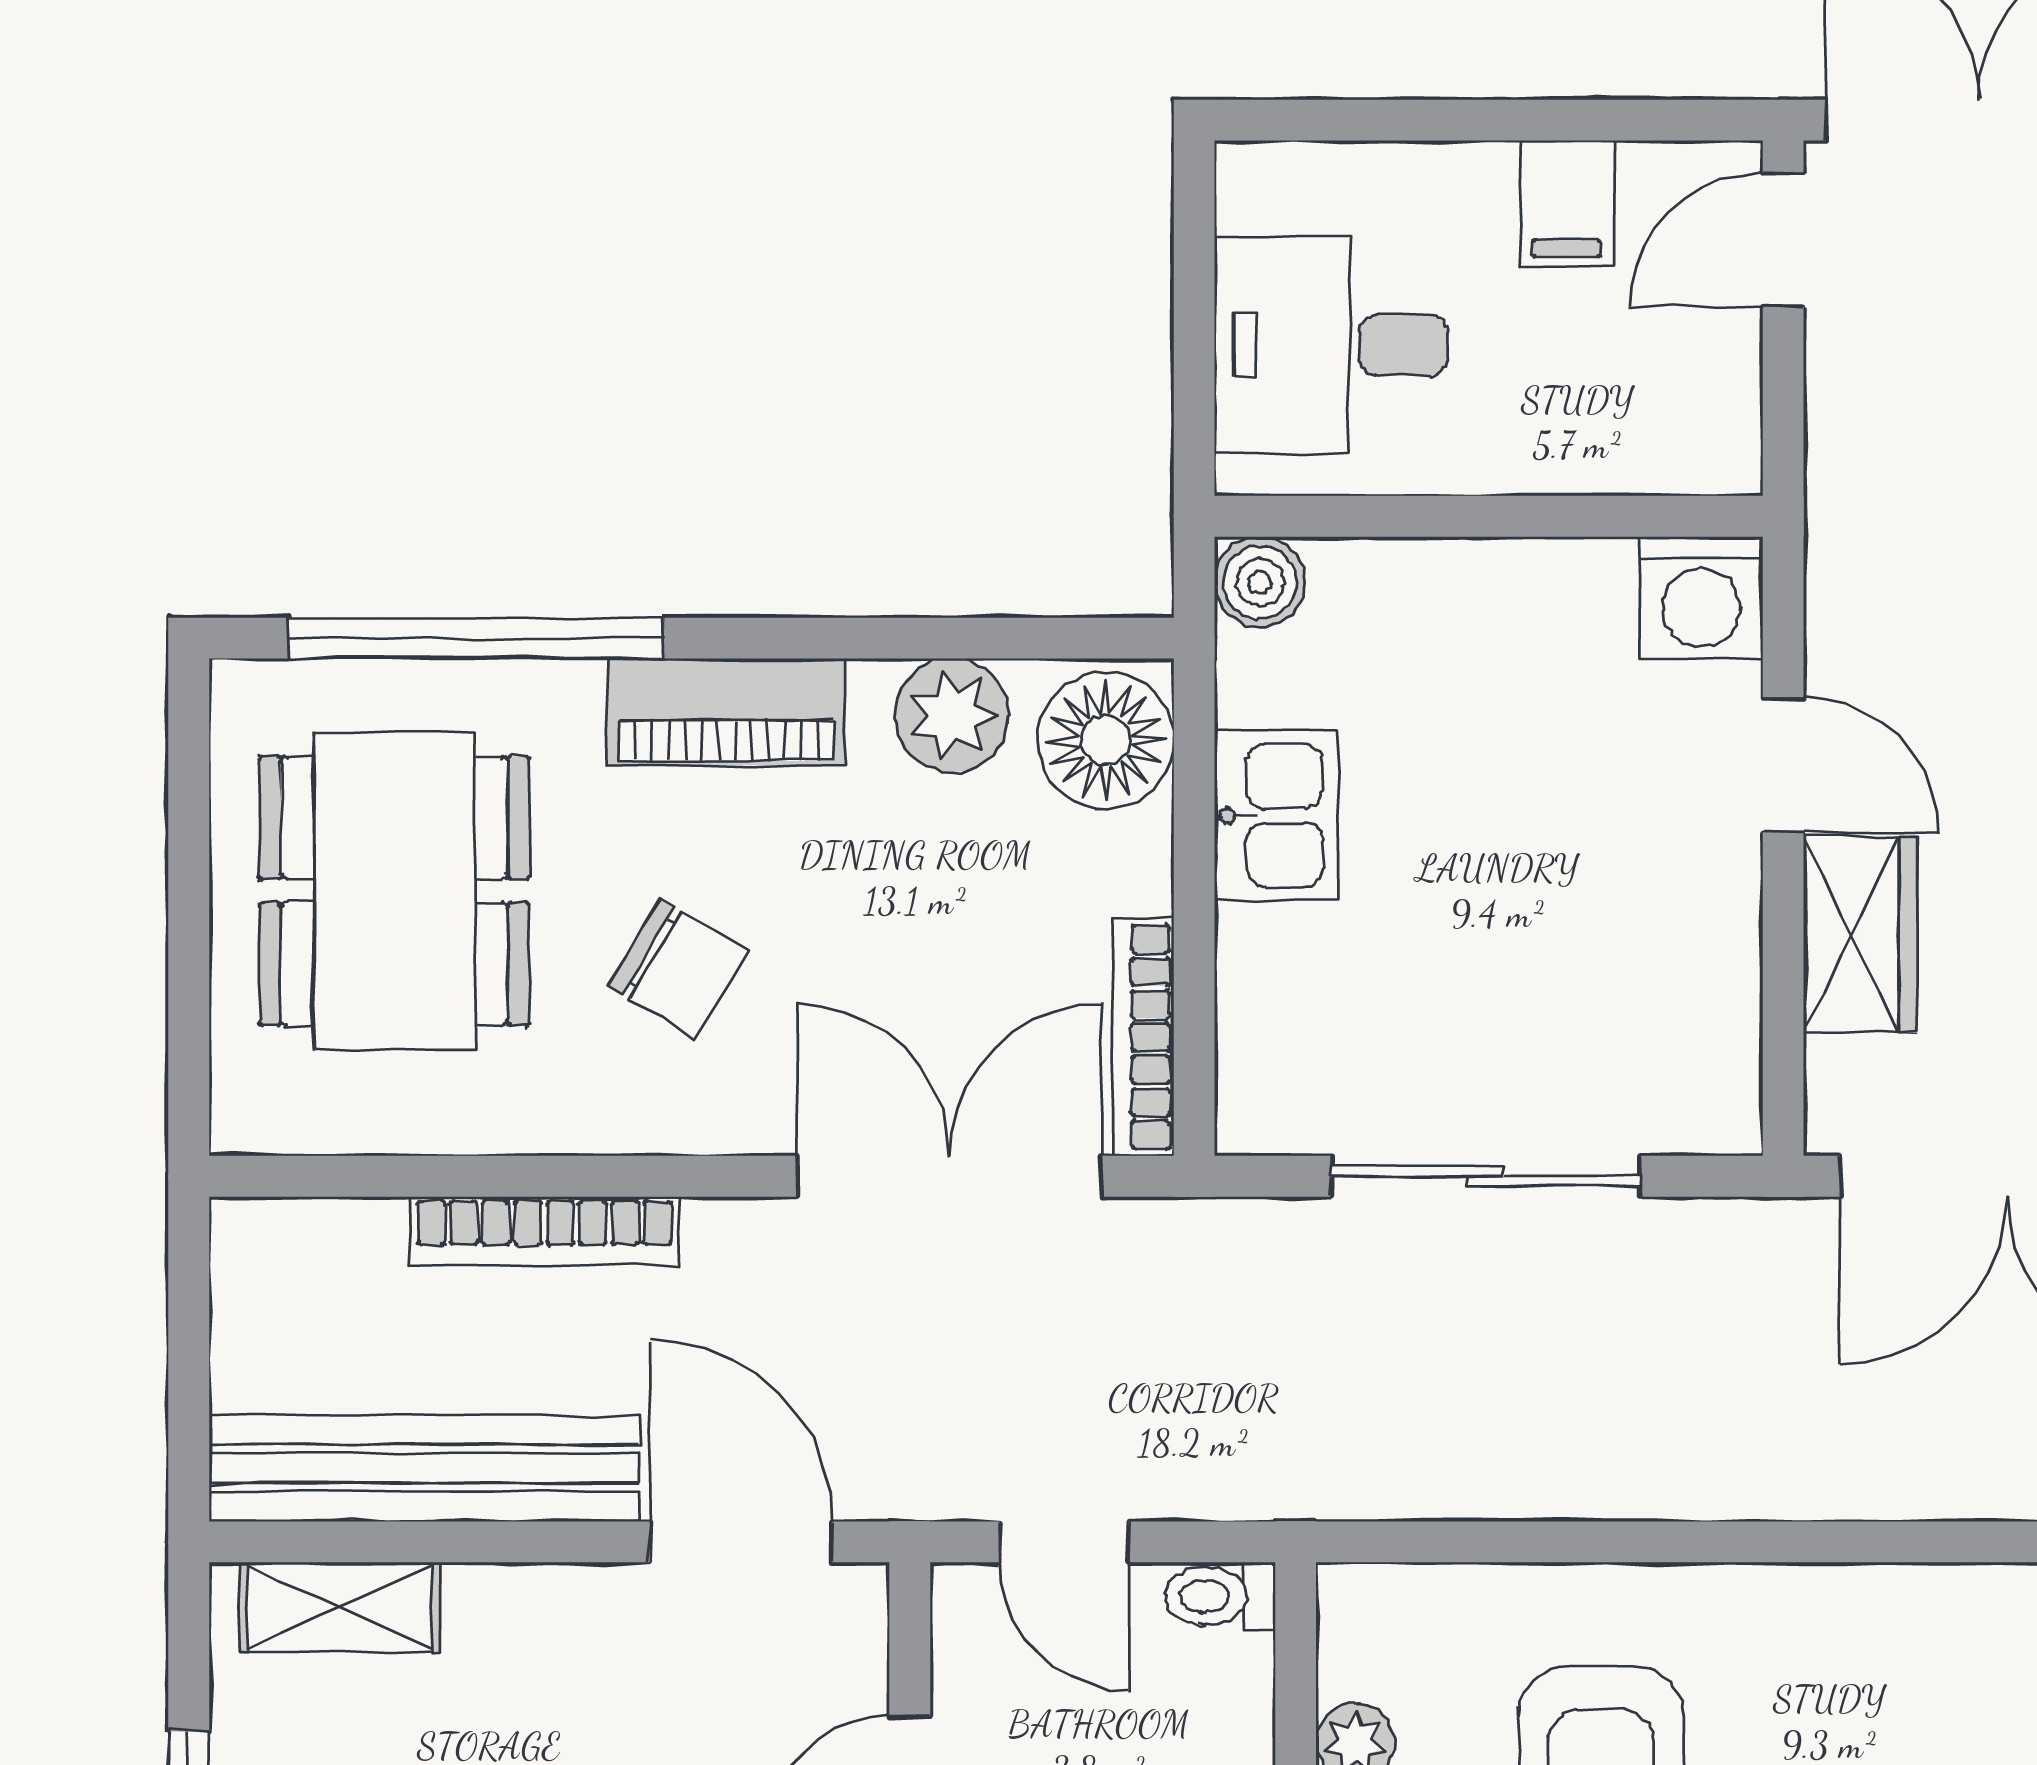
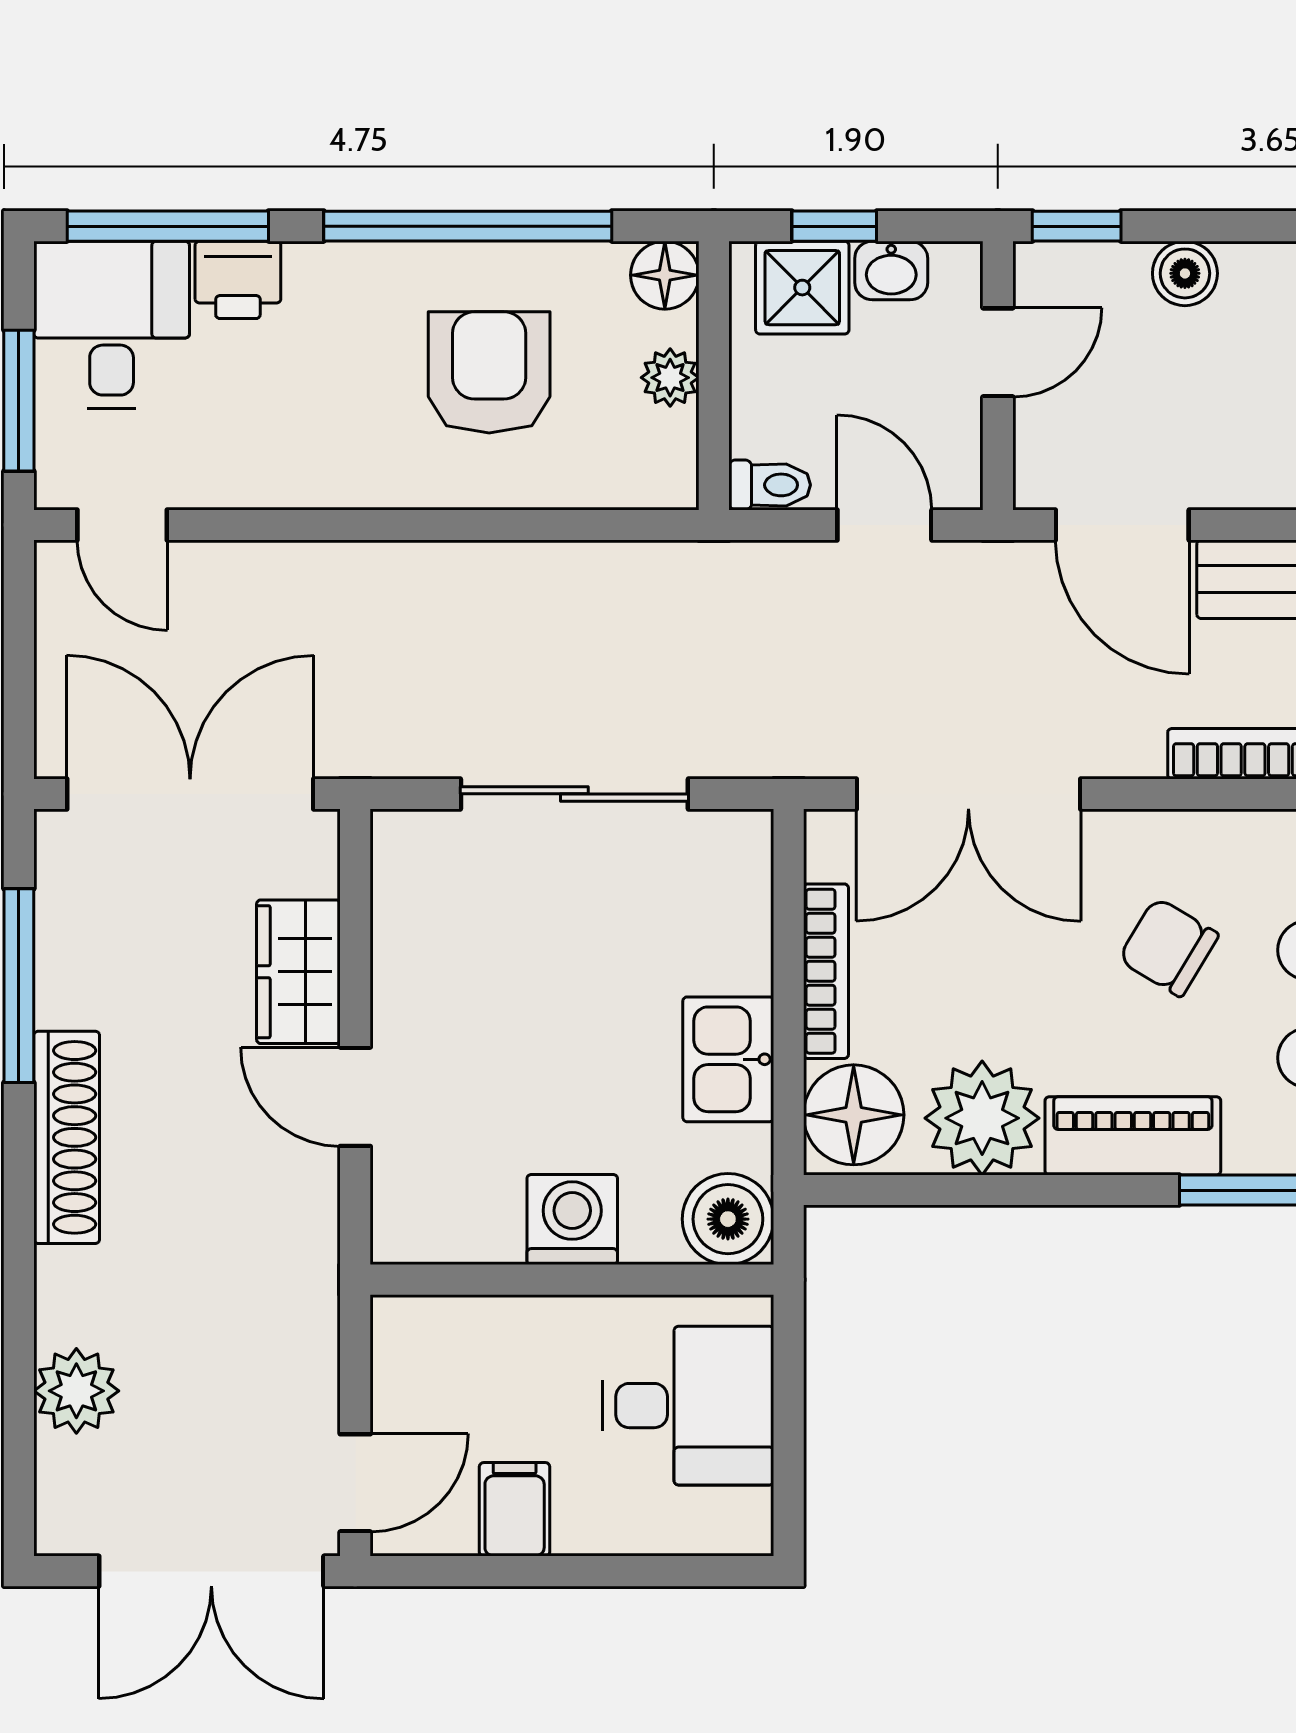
boiler: (1260, 582) -> (728, 1219), width x1.36, depth x1.36
washing machine: (1701, 598) -> (572, 1220), moved
plant: (952, 715) -> (982, 1118), width x1.36, depth x1.36
bookcase: (1143, 1037) -> (826, 971), moved

